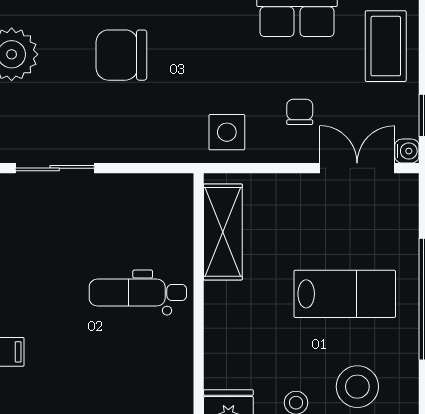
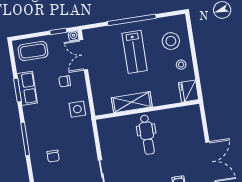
chair: (121, 55) -> (53, 156), width x0.54, depth x0.54
shelving: (223, 232) -> (132, 102), moved
lab bench: (345, 294) -> (135, 52), turned 180

